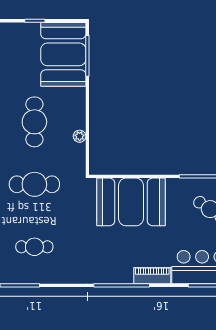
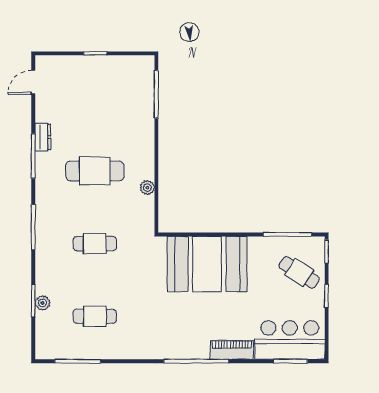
booth: (63, 54) -> (128, 92), removed
cafe table: (34, 122) -> (95, 171), turned 90
cafe table: (34, 184) -> (95, 244), width x0.73, depth x0.74

